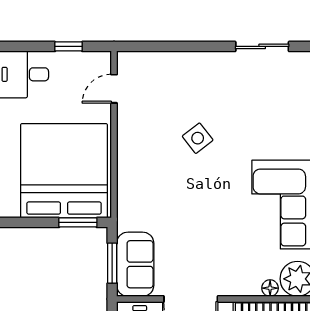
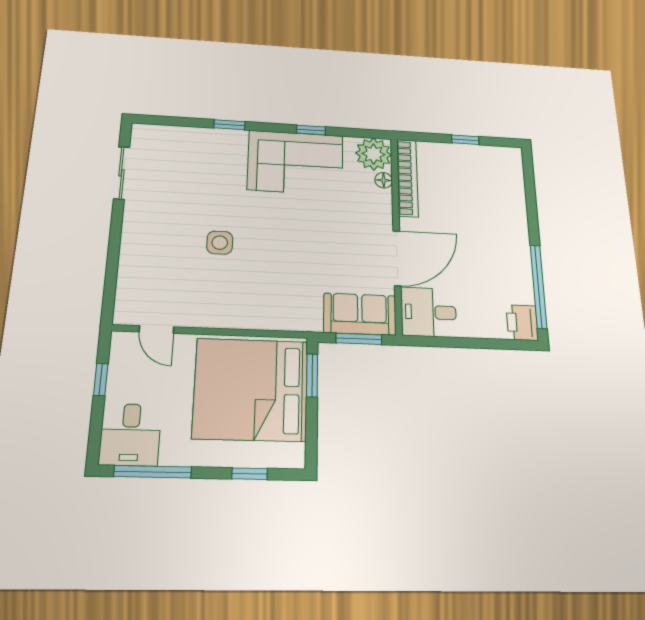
side table: (198, 138) -> (220, 243), turned 38

